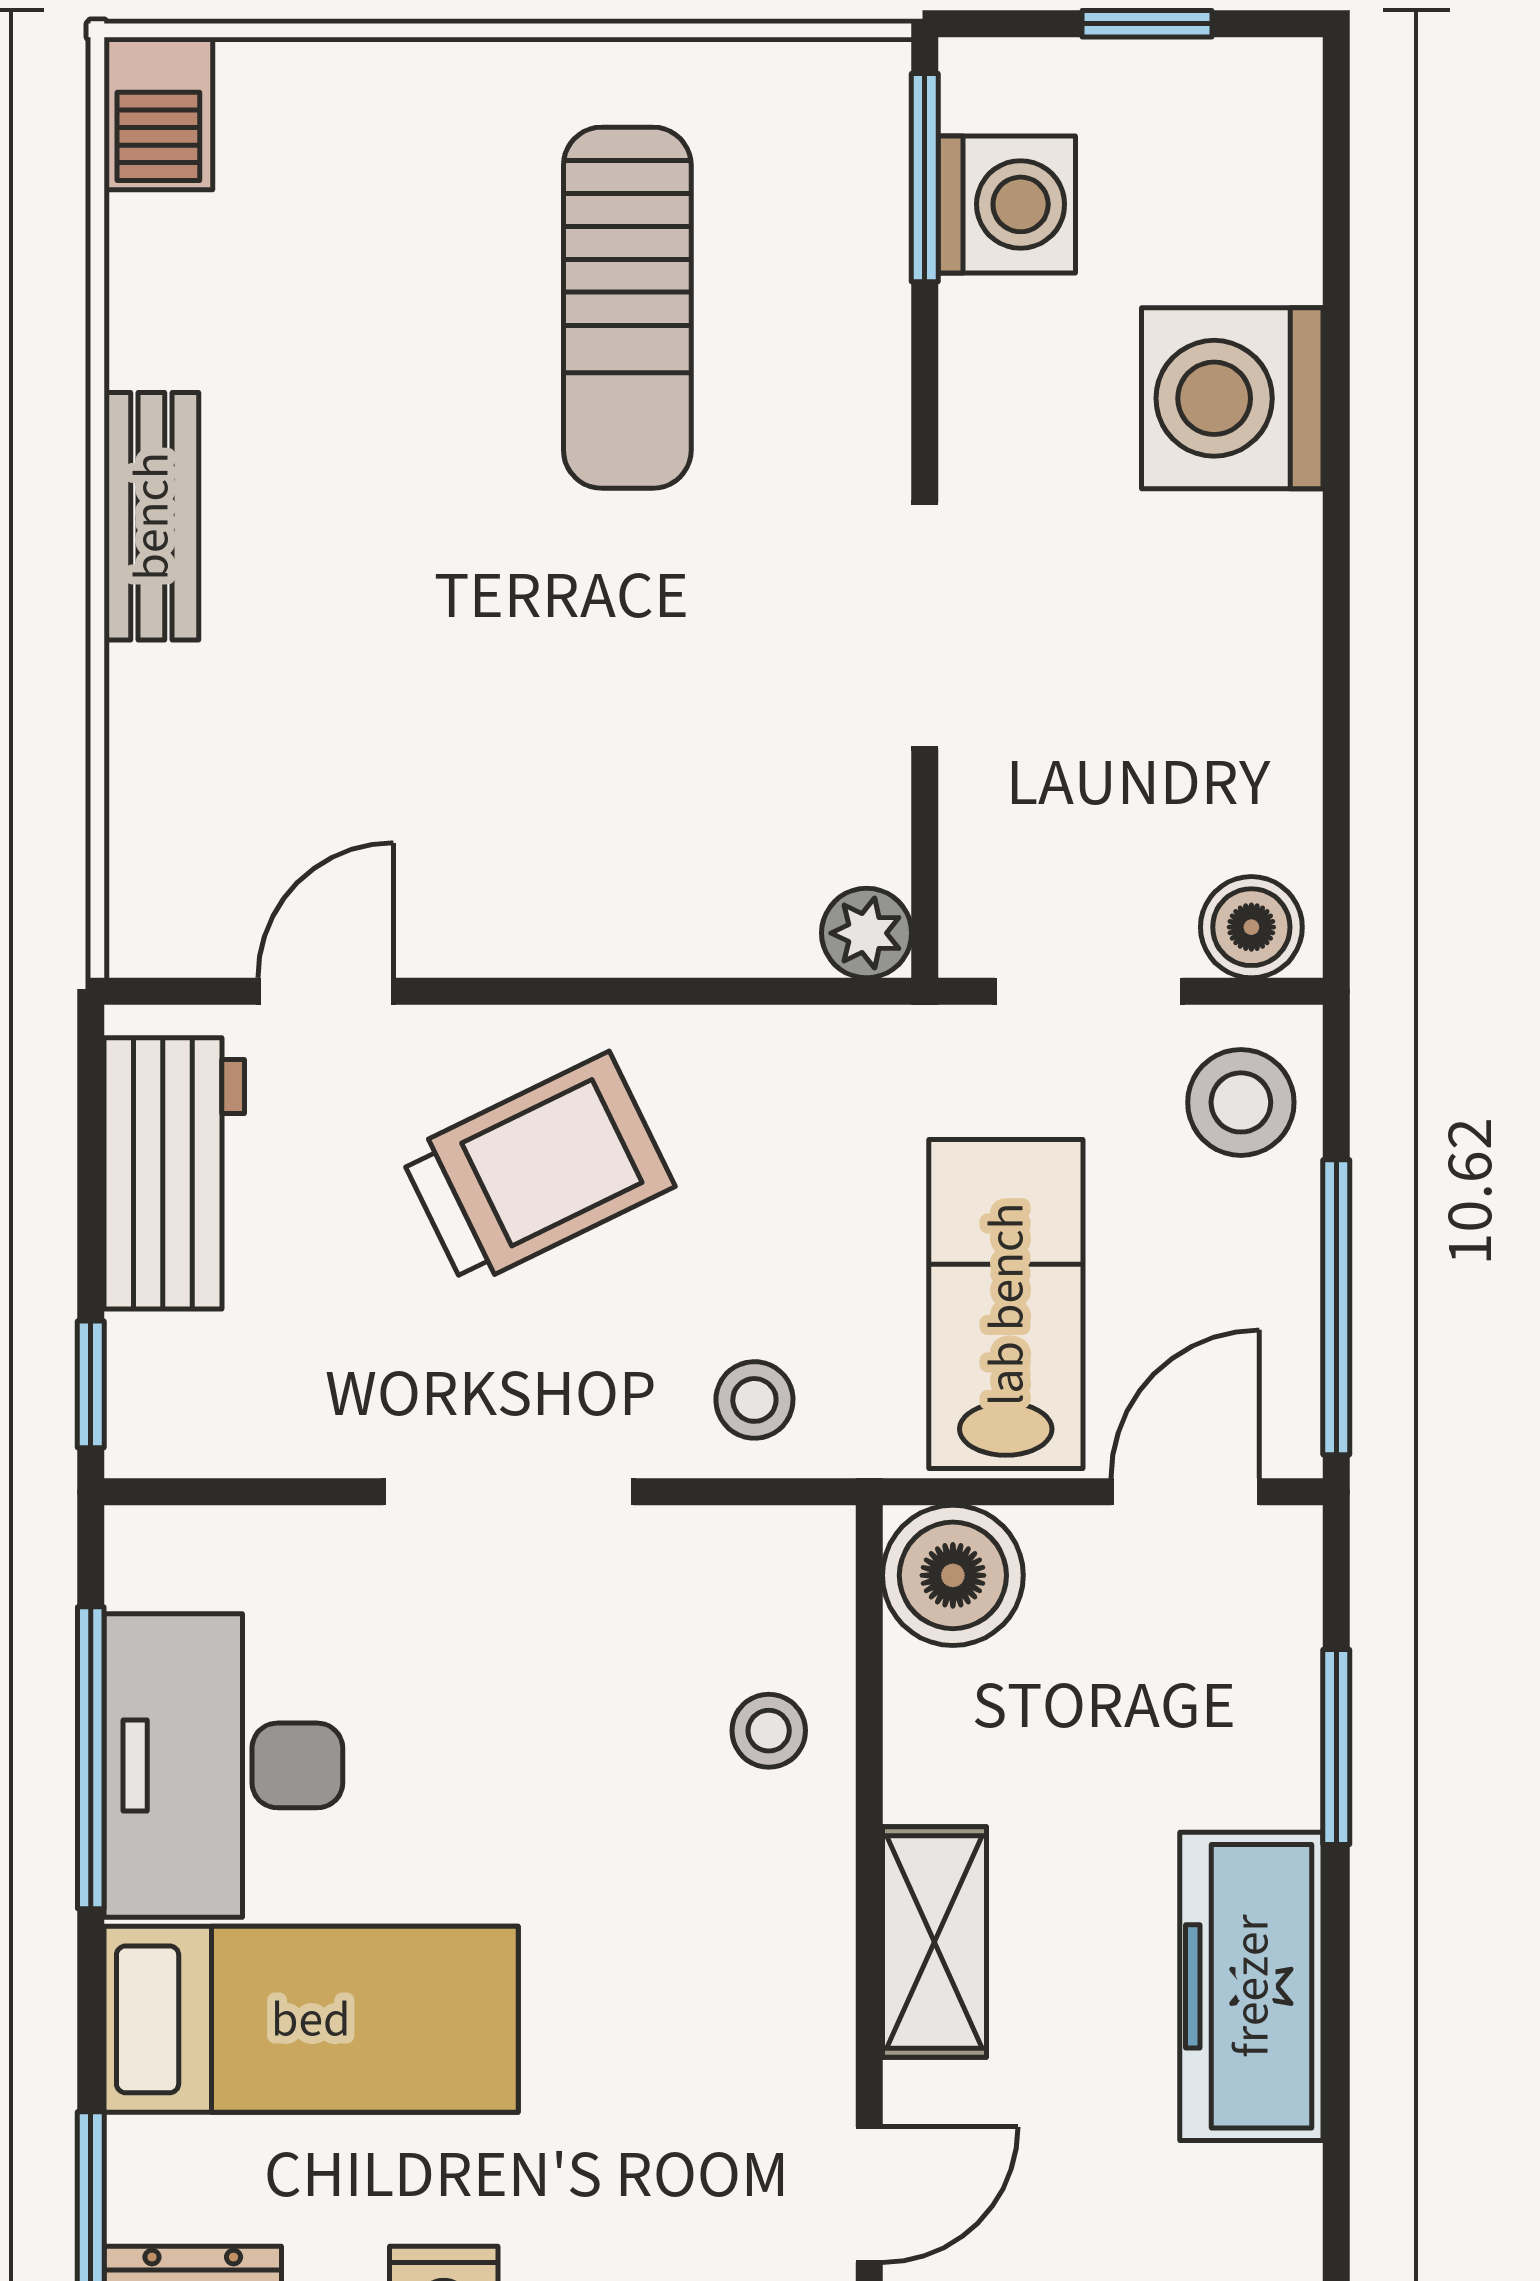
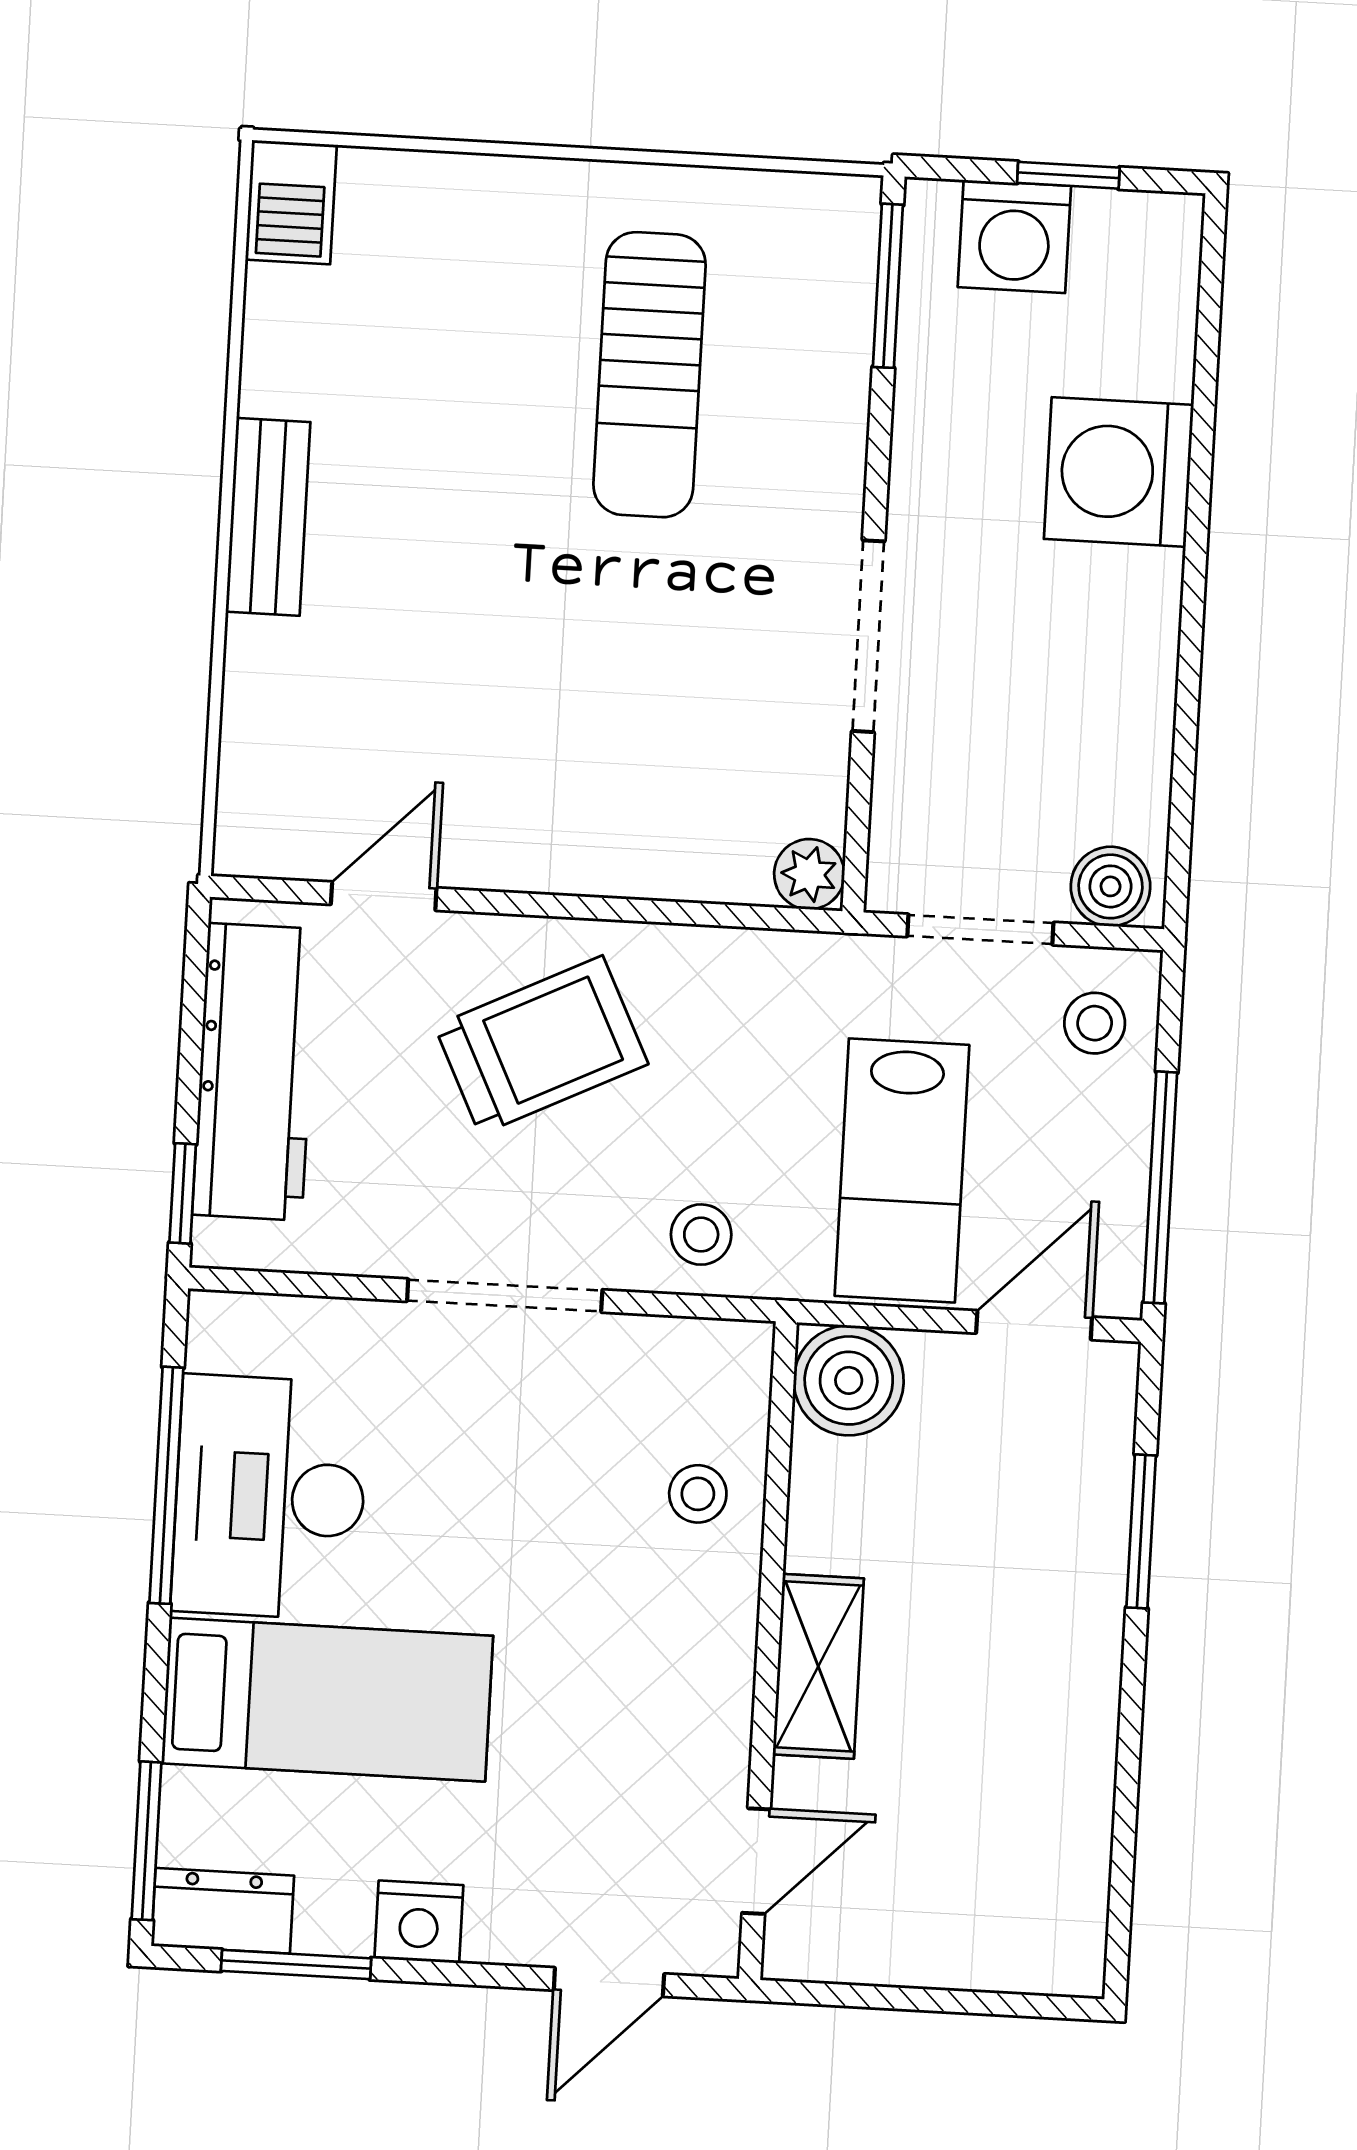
washing machine: (1007, 204) -> (1014, 237), moved, turned 90
stool: (1241, 1102) -> (1095, 1023), width x0.73, depth x0.73
workbench: (174, 1173) -> (255, 1072), width x1.38
lab bench: (1006, 1304) -> (902, 1170), turned 180
freezer: (1251, 1986) -> (1064, 1715), removed

